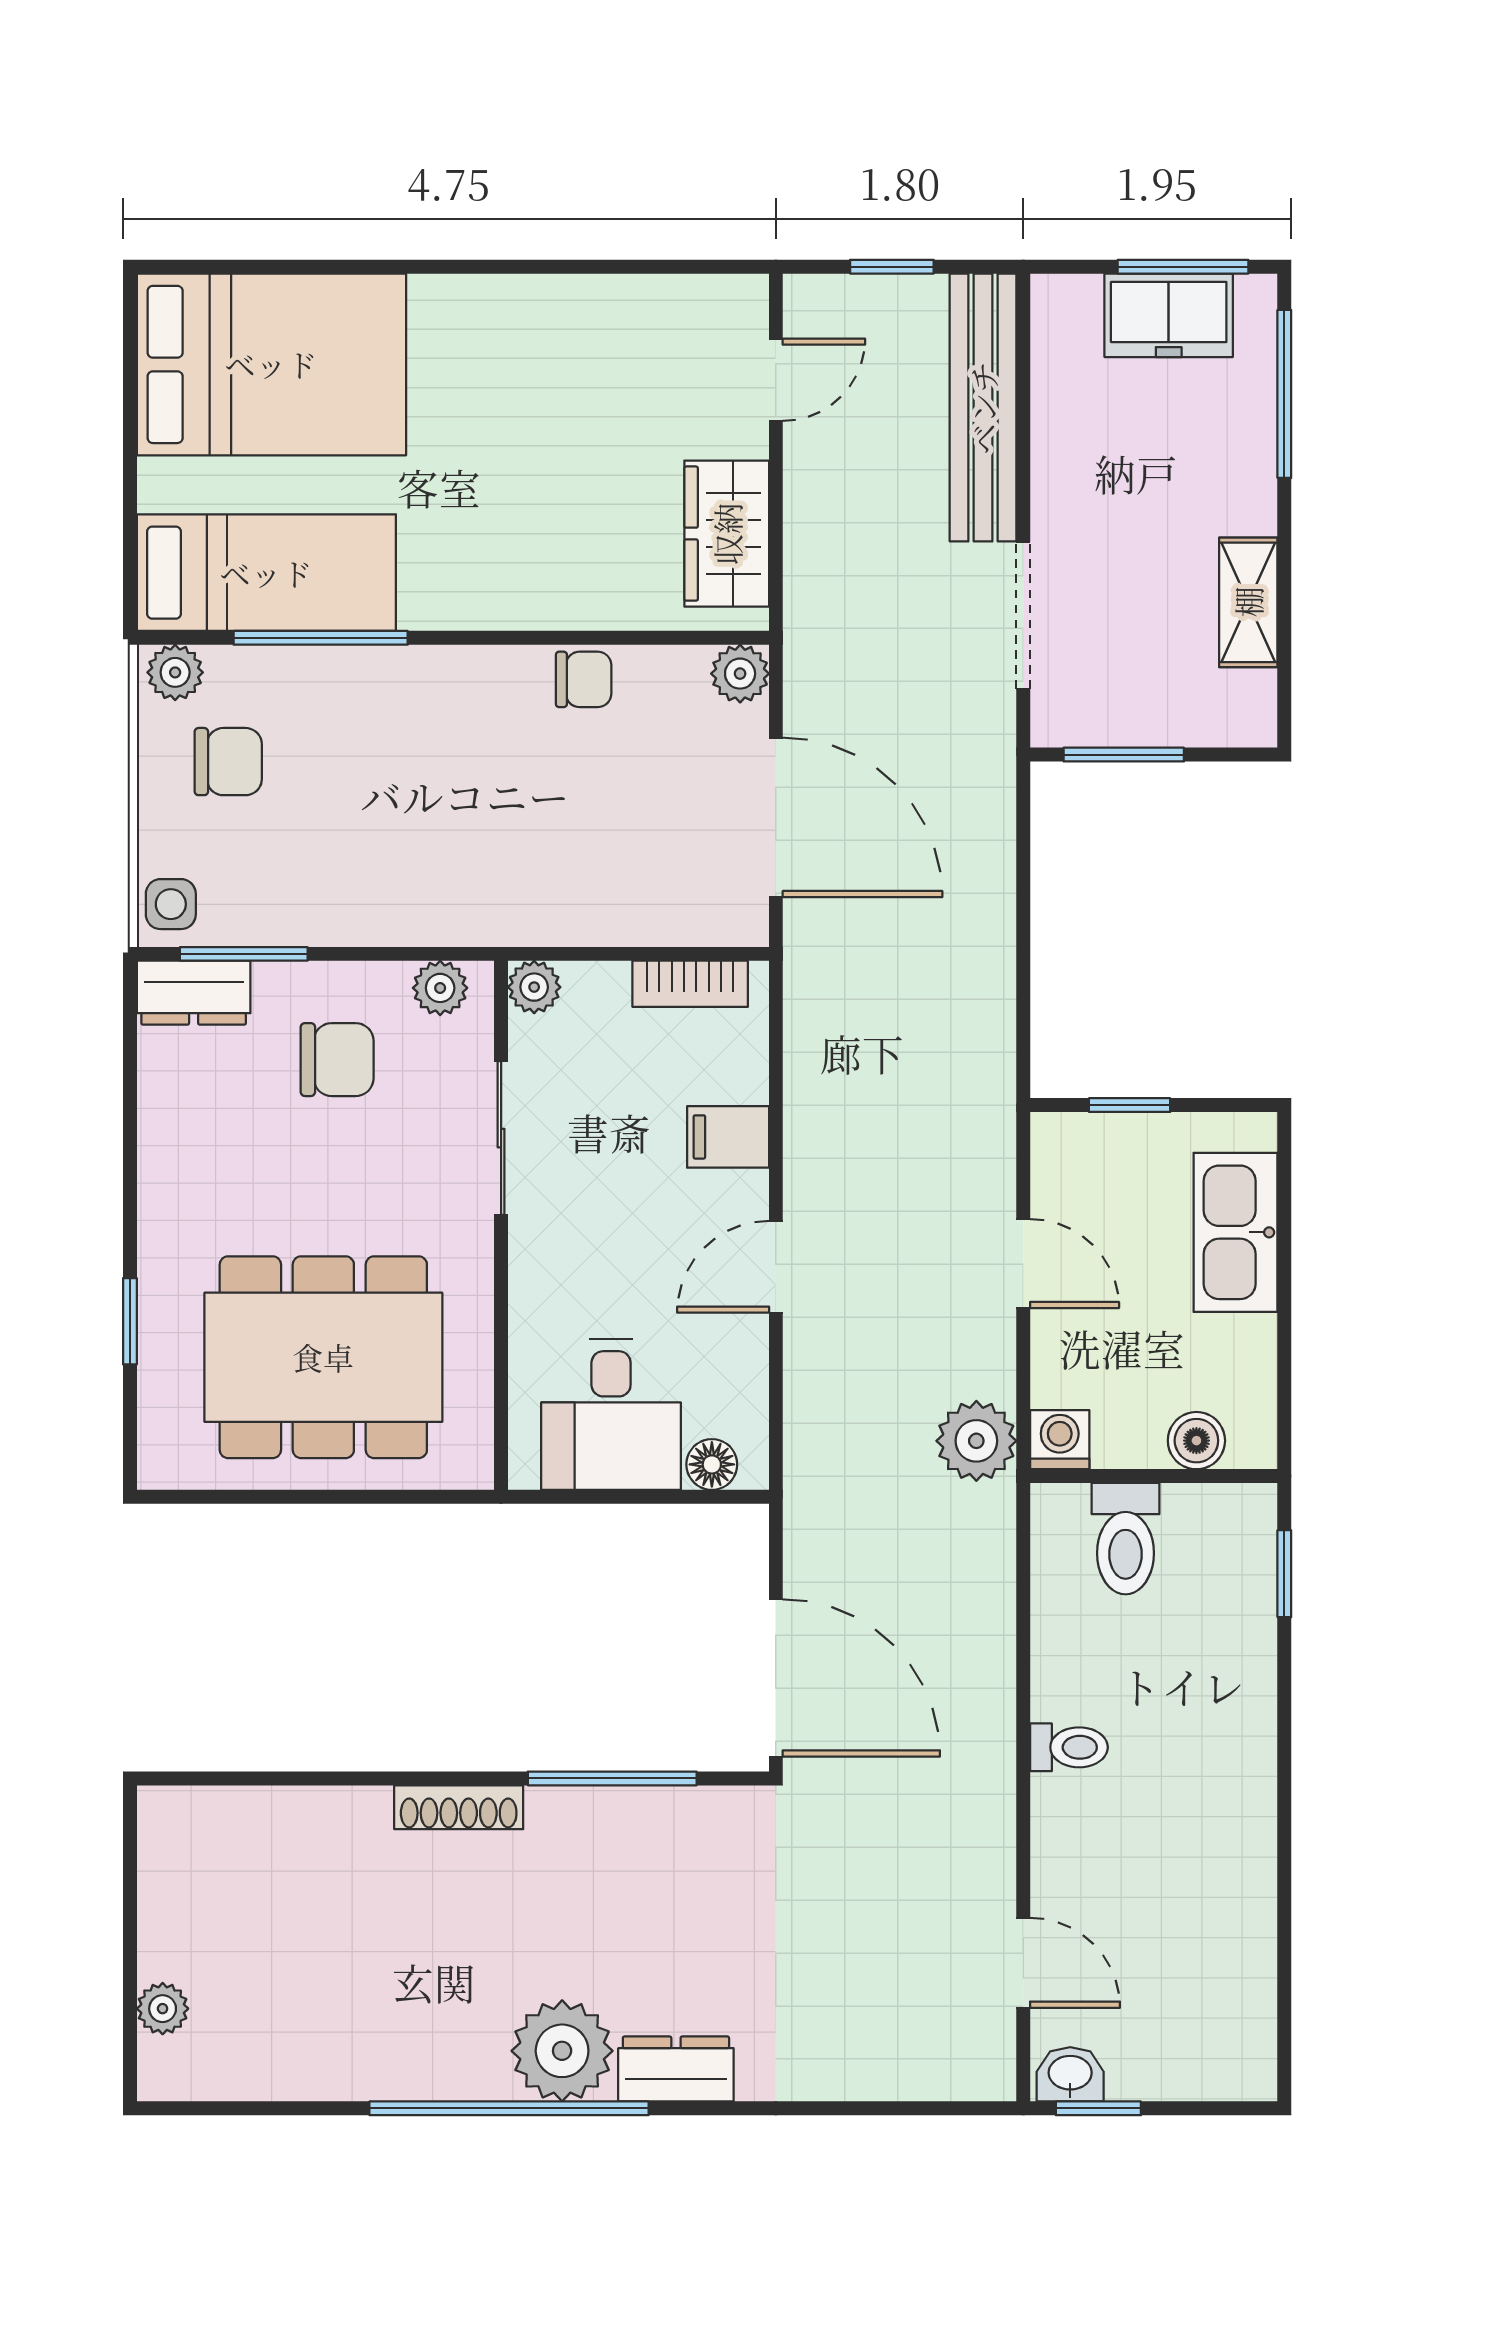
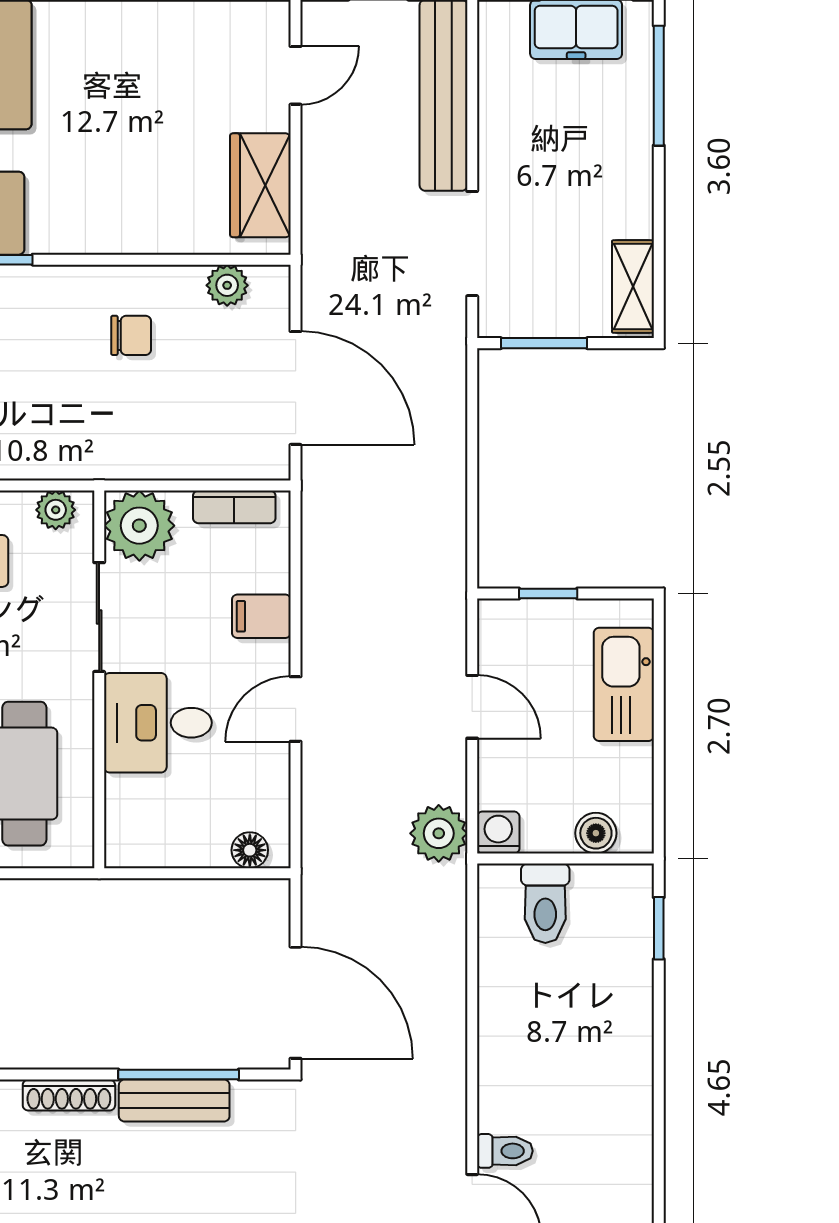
shelving: (1248, 602) -> (633, 287), moved
plant: (740, 674) -> (227, 285), moved
chair: (584, 679) -> (131, 335), moved
plant: (534, 987) -> (139, 526), width x1.88, depth x1.88
desk: (611, 1415) -> (158, 723), moved, turned 90
toilet: (1069, 1747) -> (505, 1151), moved
bench: (606, 1815) -> (174, 1101), added

